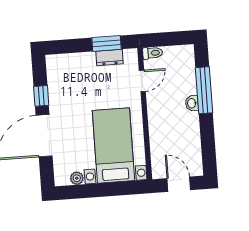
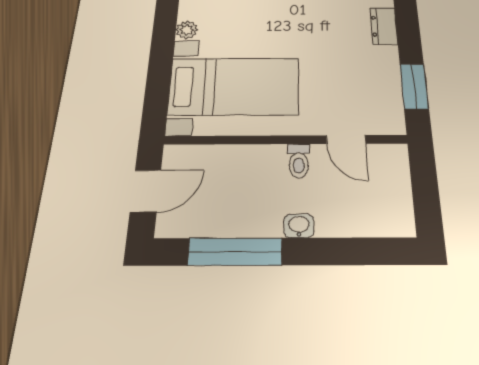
toilet: (153, 53) -> (299, 161), moved
dresser: (110, 58) -> (384, 26), moved
window: (204, 90) -> (235, 252), moved

